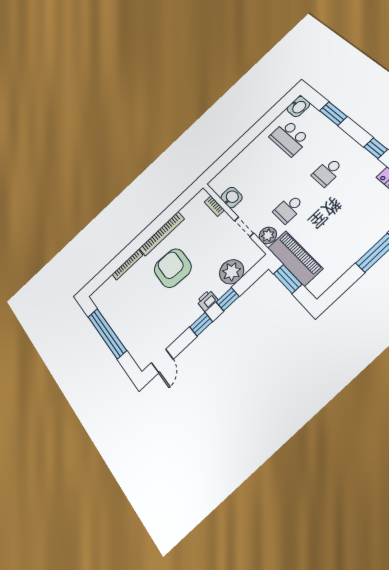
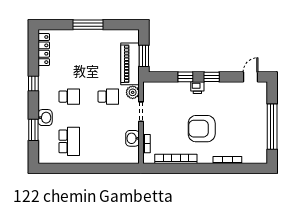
washbasin: (298, 106) -> (45, 118), moved, turned 90
bookcase: (162, 234) -> (176, 159), moved
armchair: (173, 268) -> (202, 129), turned 87
plant: (232, 272) -> (170, 91), removed

